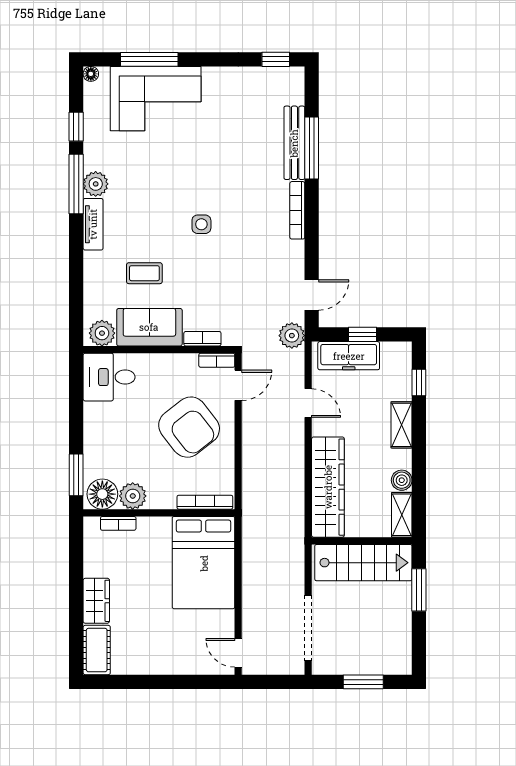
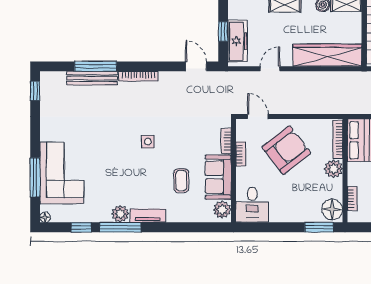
plant: (292, 336) -> (224, 80), removed
bookcase: (217, 360) -> (241, 154), moved
plant: (133, 496) -> (333, 169), moved

